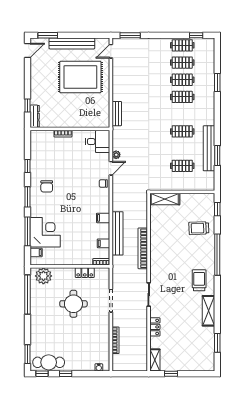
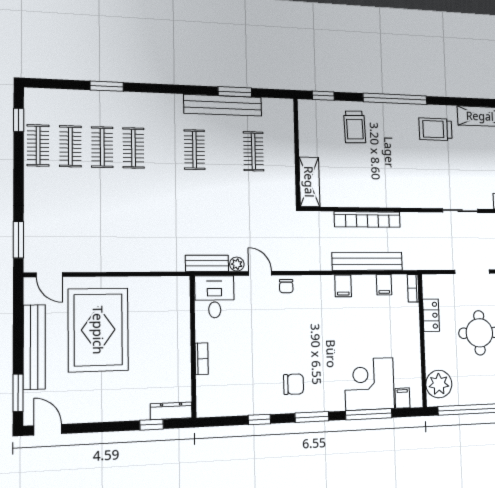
bench: (117, 114) -> (207, 263), moved
bookcase: (143, 248) -> (367, 219), moved

